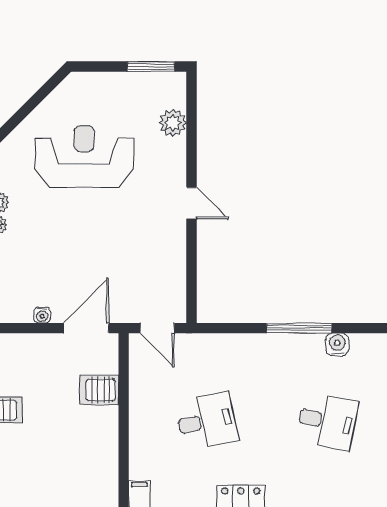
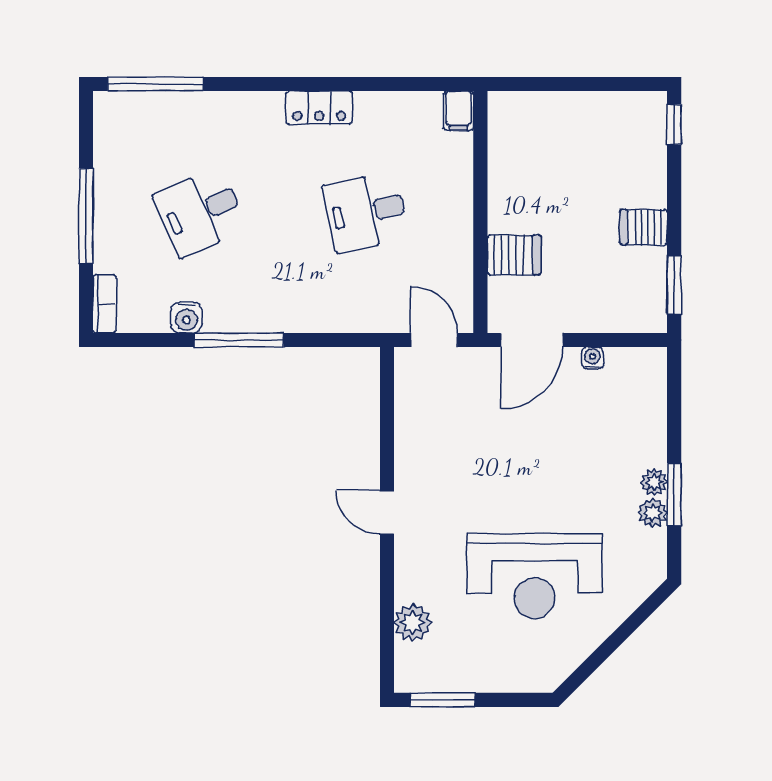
desk: (327, 421) -> (200, 212), turned -36

